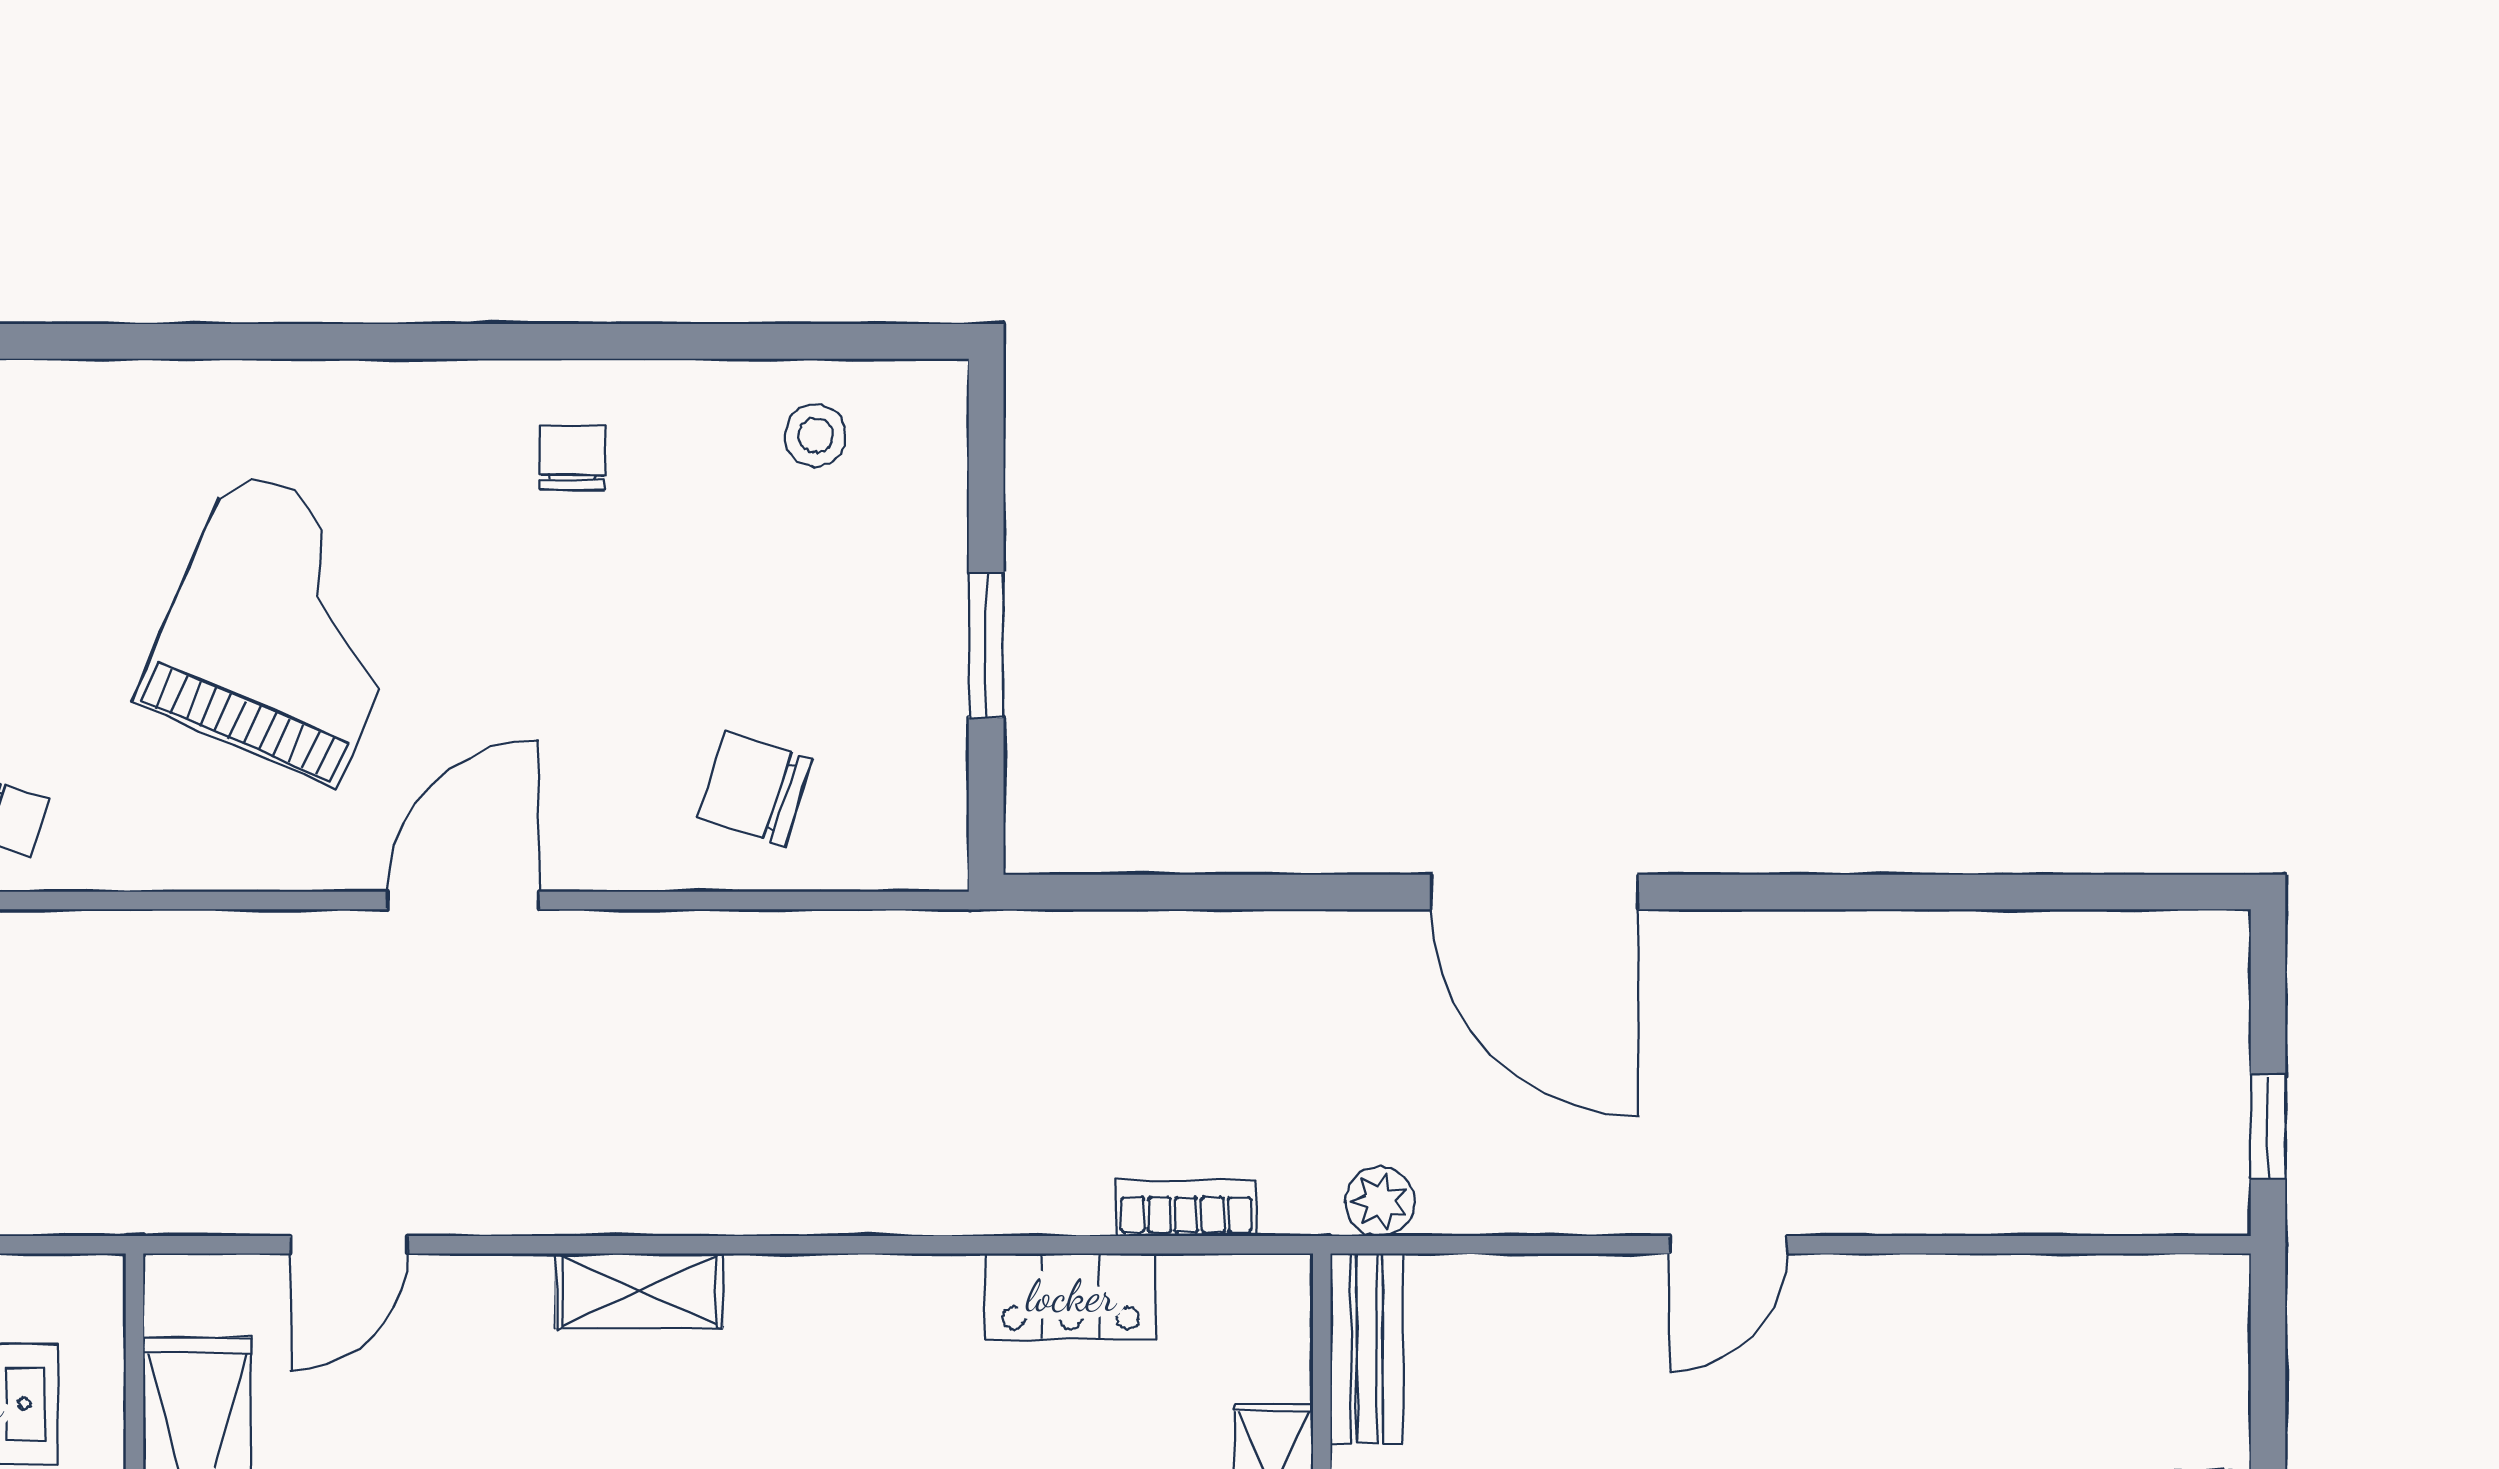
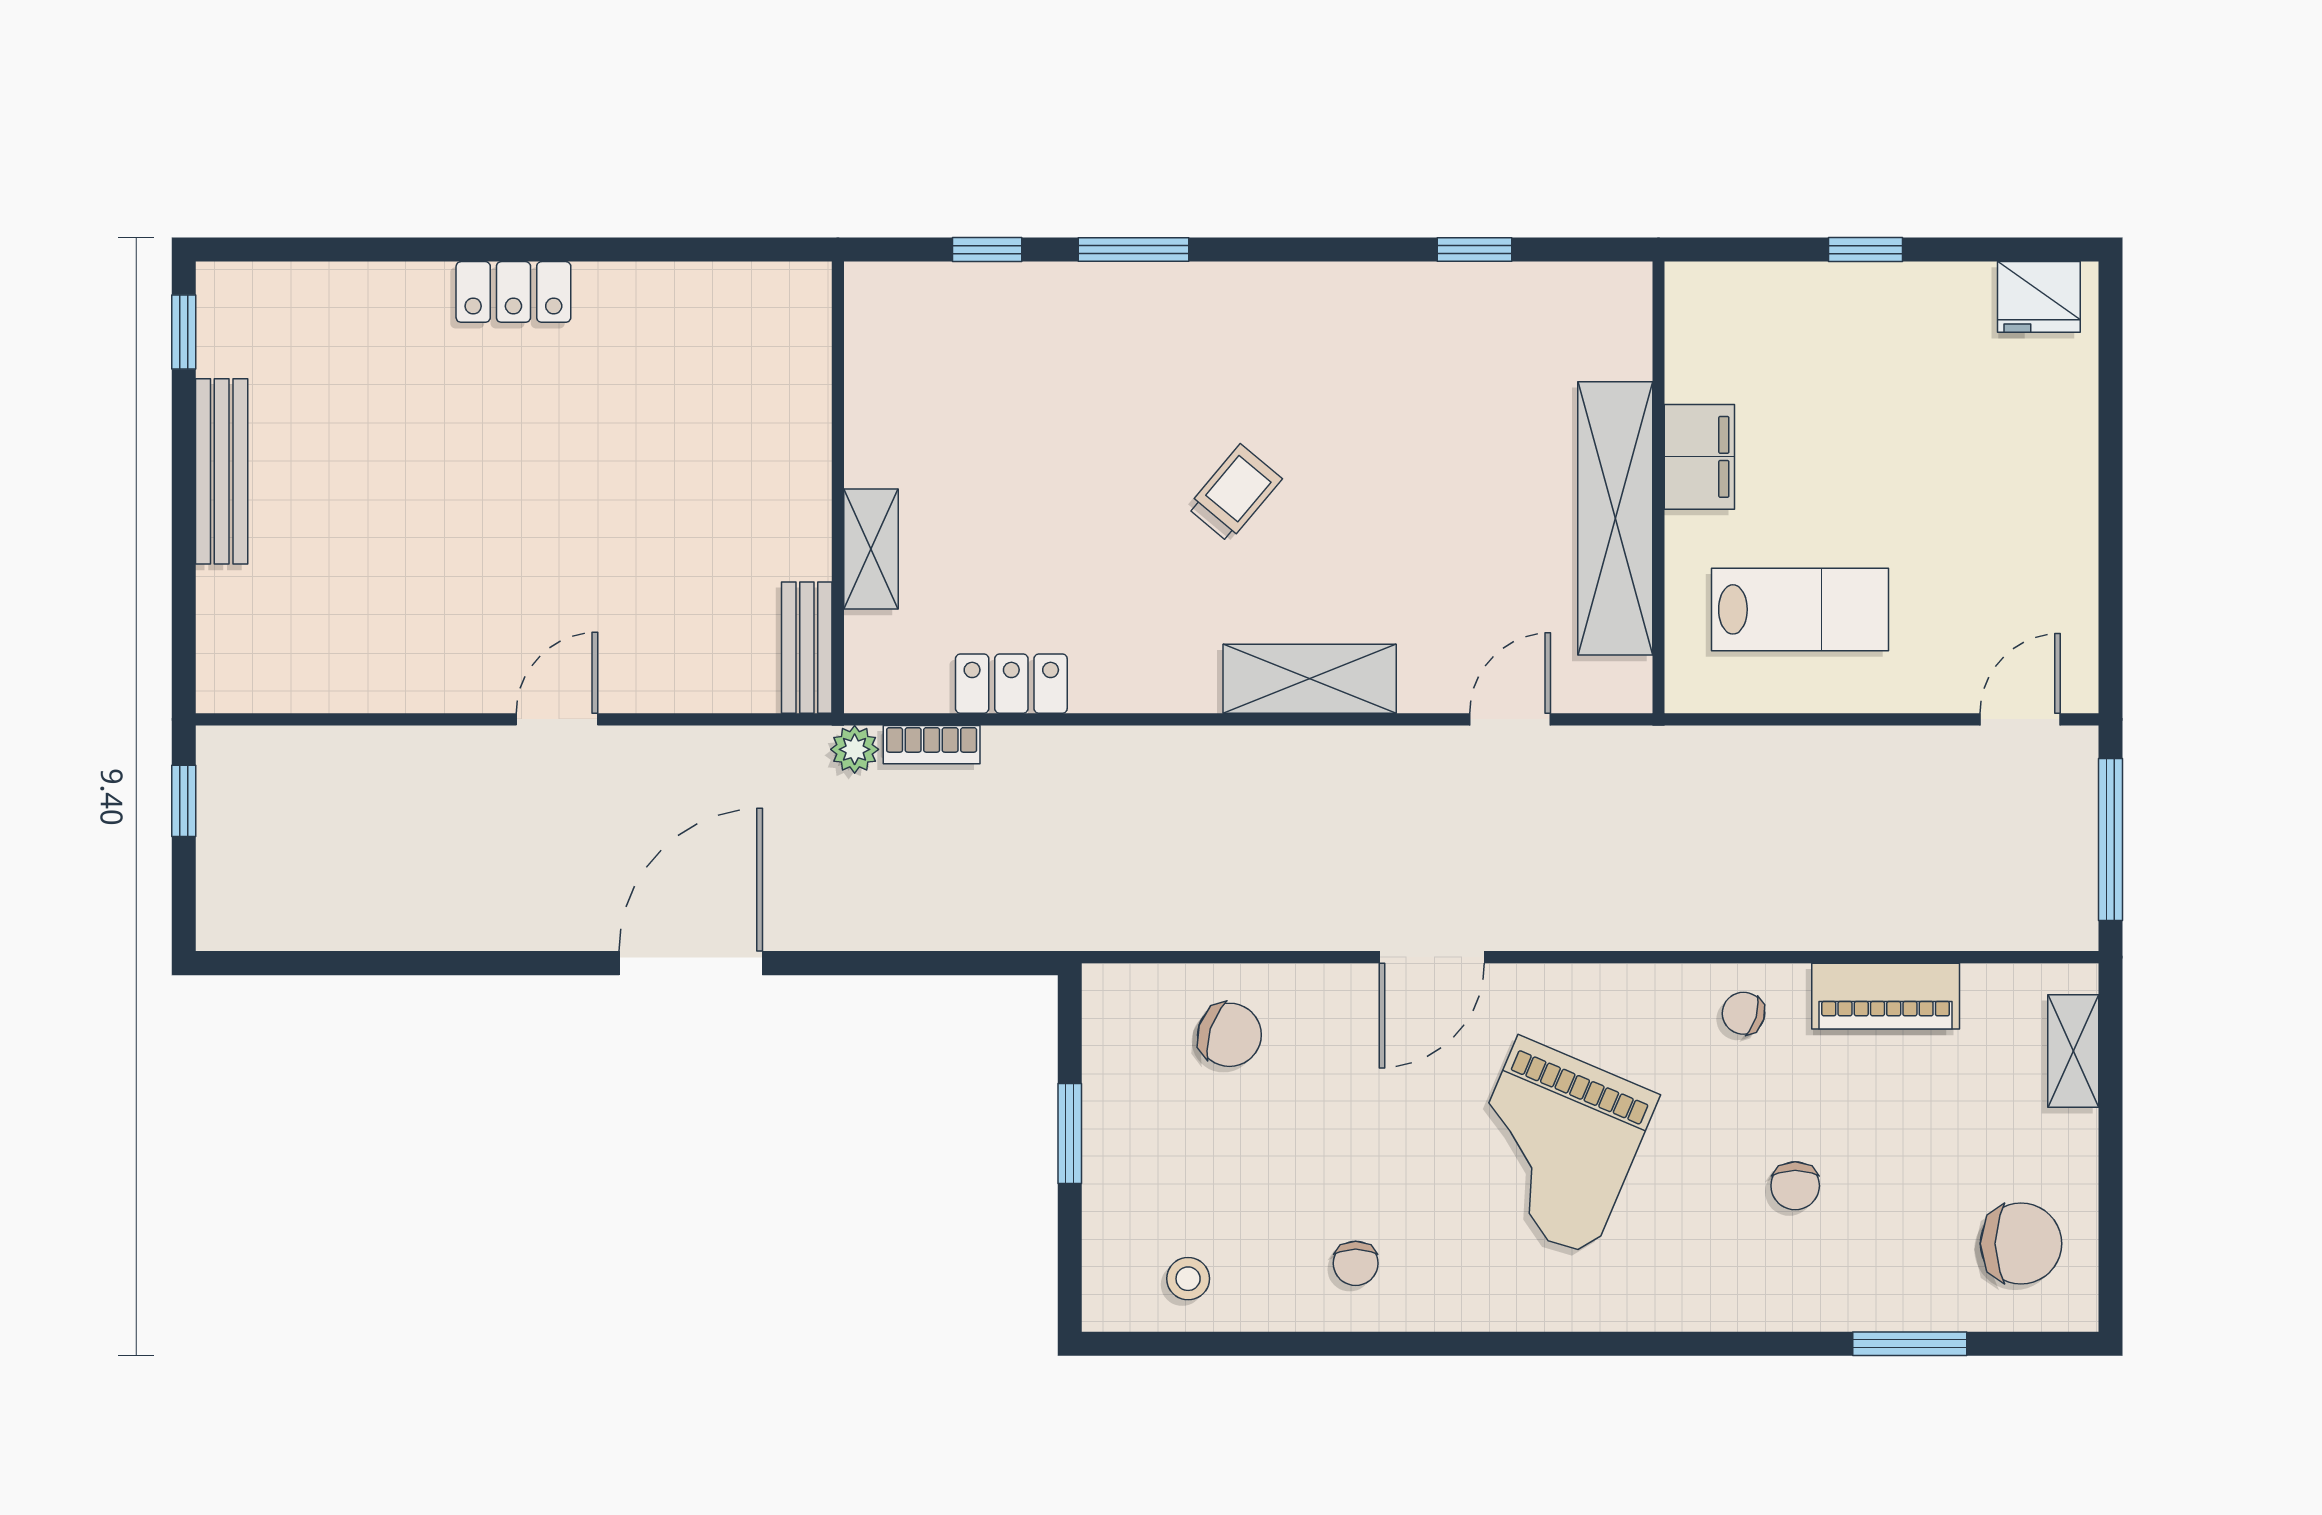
door: (1535, 892) -> (691, 963), hinge flipped
plant: (1380, 1201) -> (855, 749), moved
shelving: (639, 1291) -> (1310, 679), width x1.50, depth x1.33

